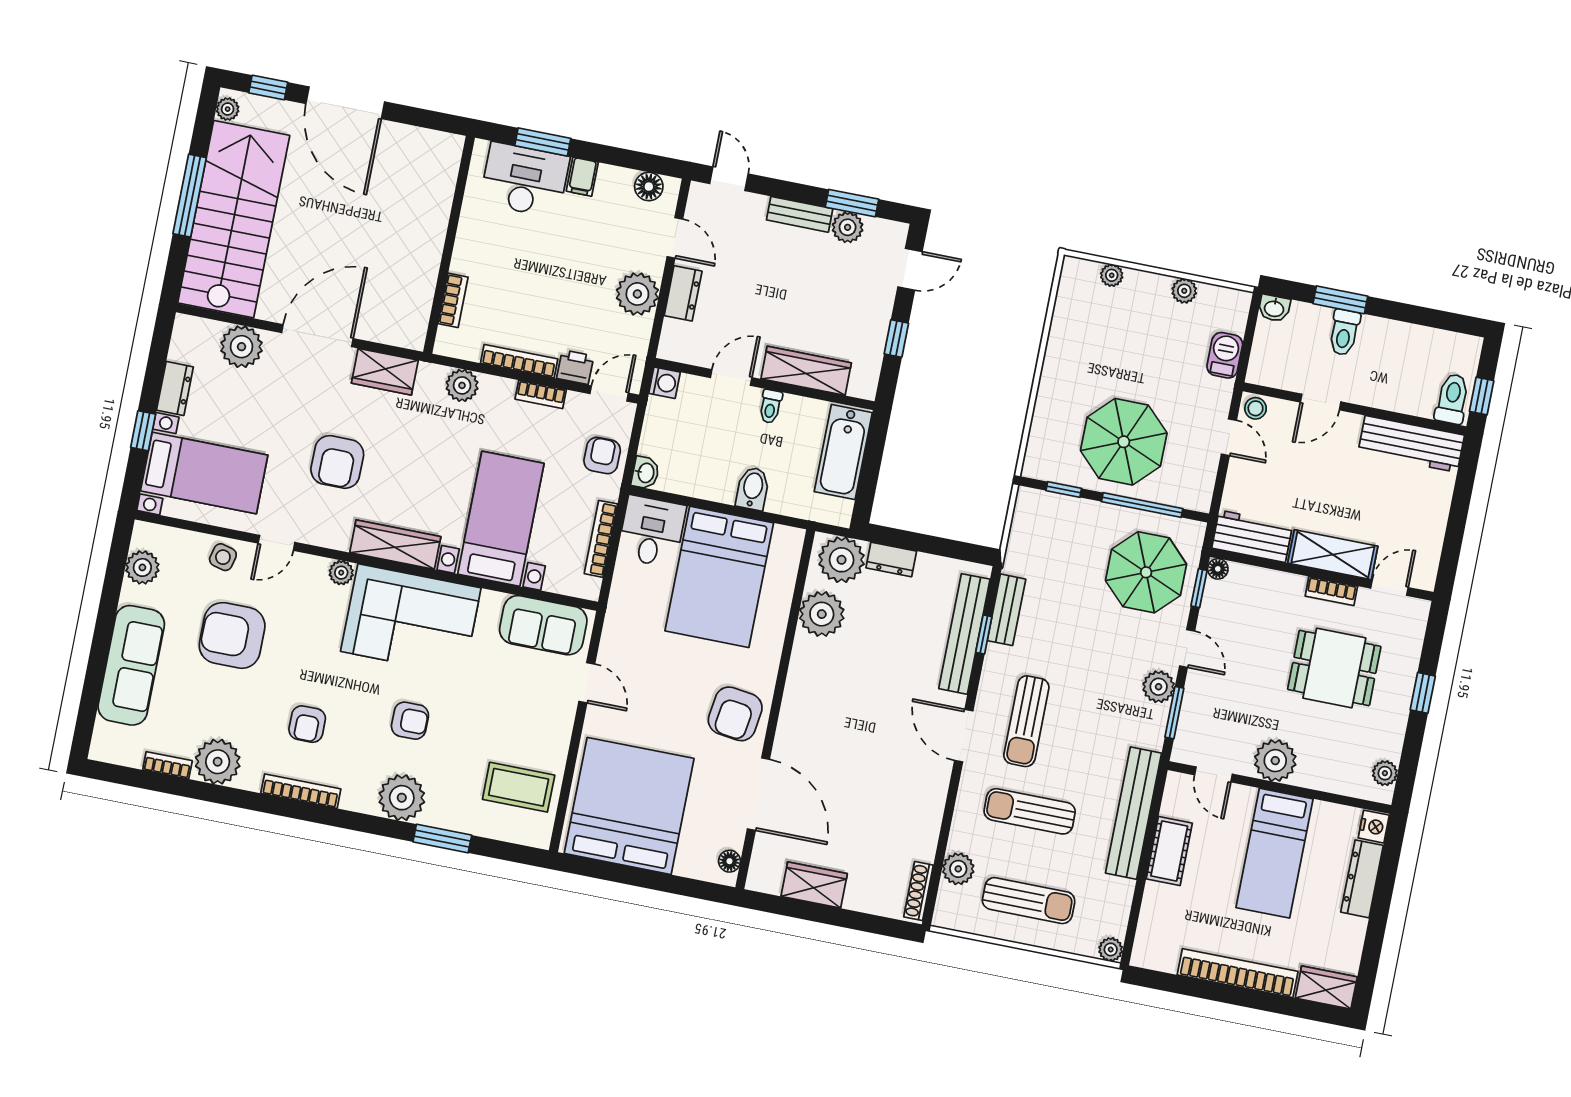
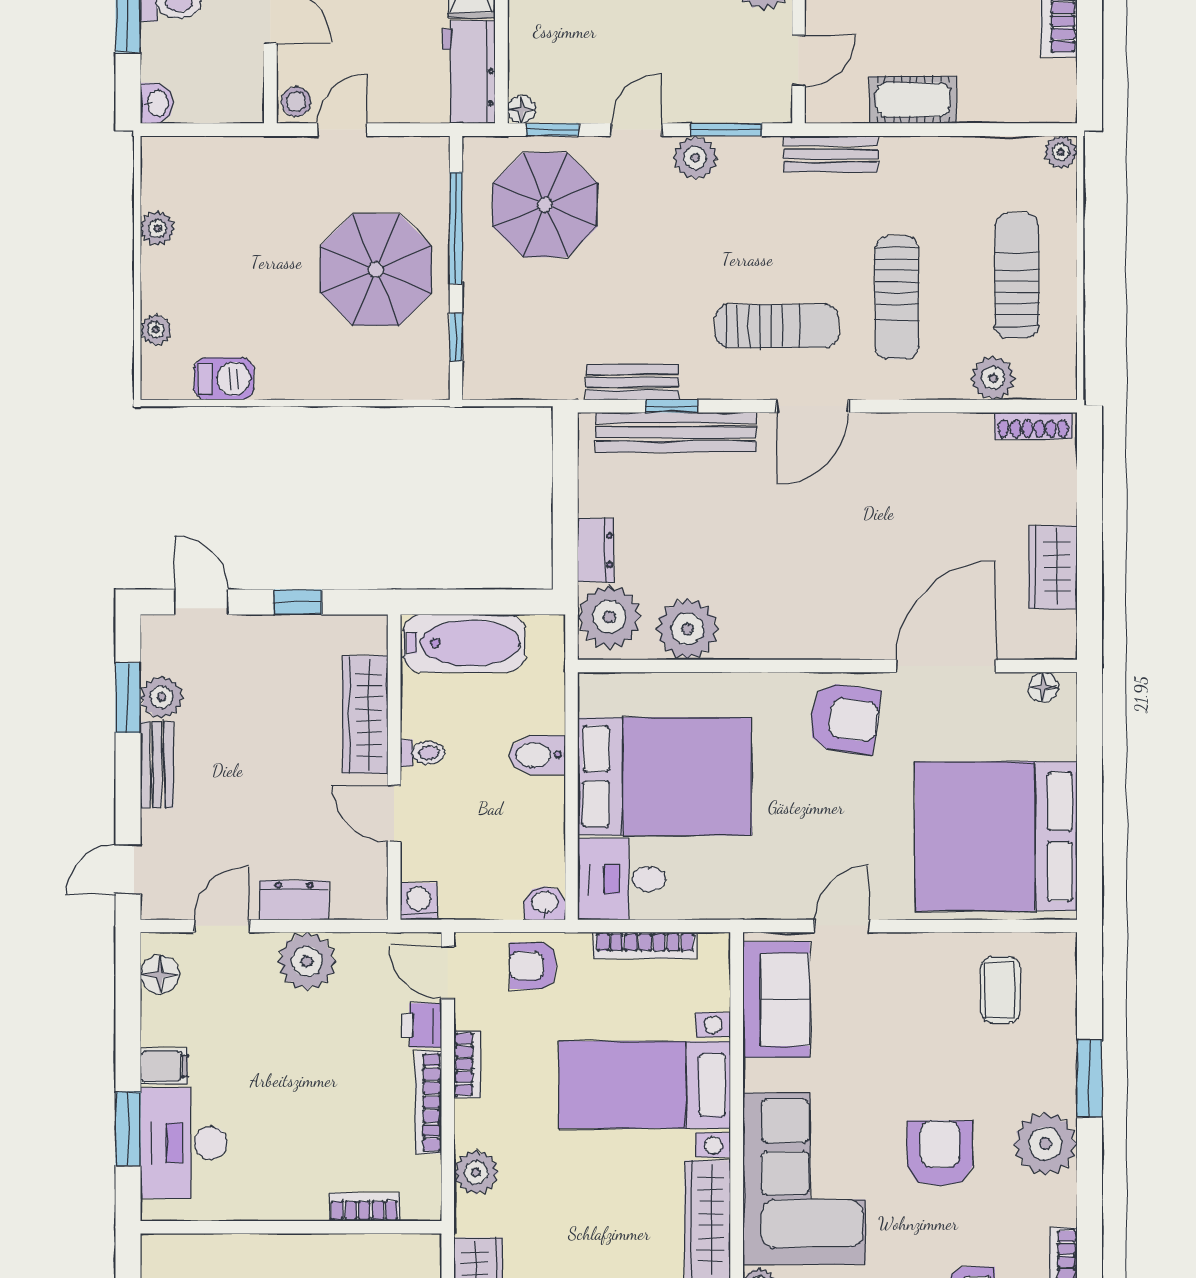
barbecue: (1225, 355) -> (224, 379), moved, turned 180
armchair: (410, 721) -> (940, 1153), width x1.38, depth x1.38
coffee table: (519, 787) -> (1000, 990), width x0.73, depth x0.77
bench: (1134, 813) -> (831, 154), width x0.54, depth x0.82

